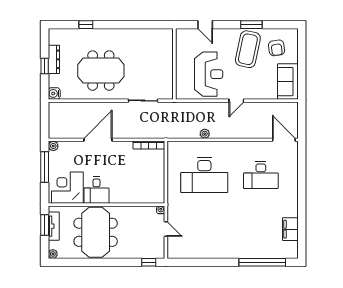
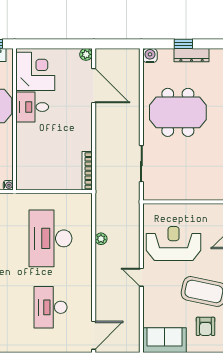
armchair: (277, 48) -> (206, 326), turned -82
meeting table: (101, 71) -> (178, 112), turned 90
reception desk: (209, 74) -> (174, 244), turned 180
door: (98, 140) -> (94, 86), moved
window: (45, 167) -> (60, 44), removed

